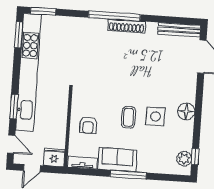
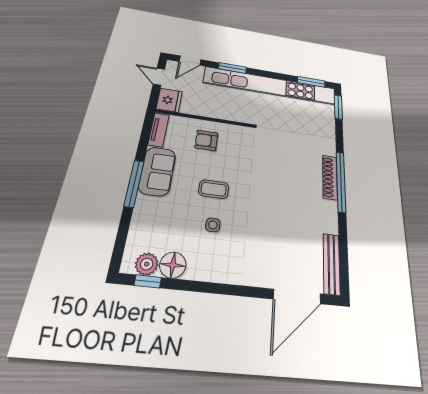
shoe rack: (127, 26) -> (330, 177), moved
floor lamp: (186, 111) -> (173, 265), moved
side table: (155, 116) -> (213, 225), width x0.54, depth x0.54

